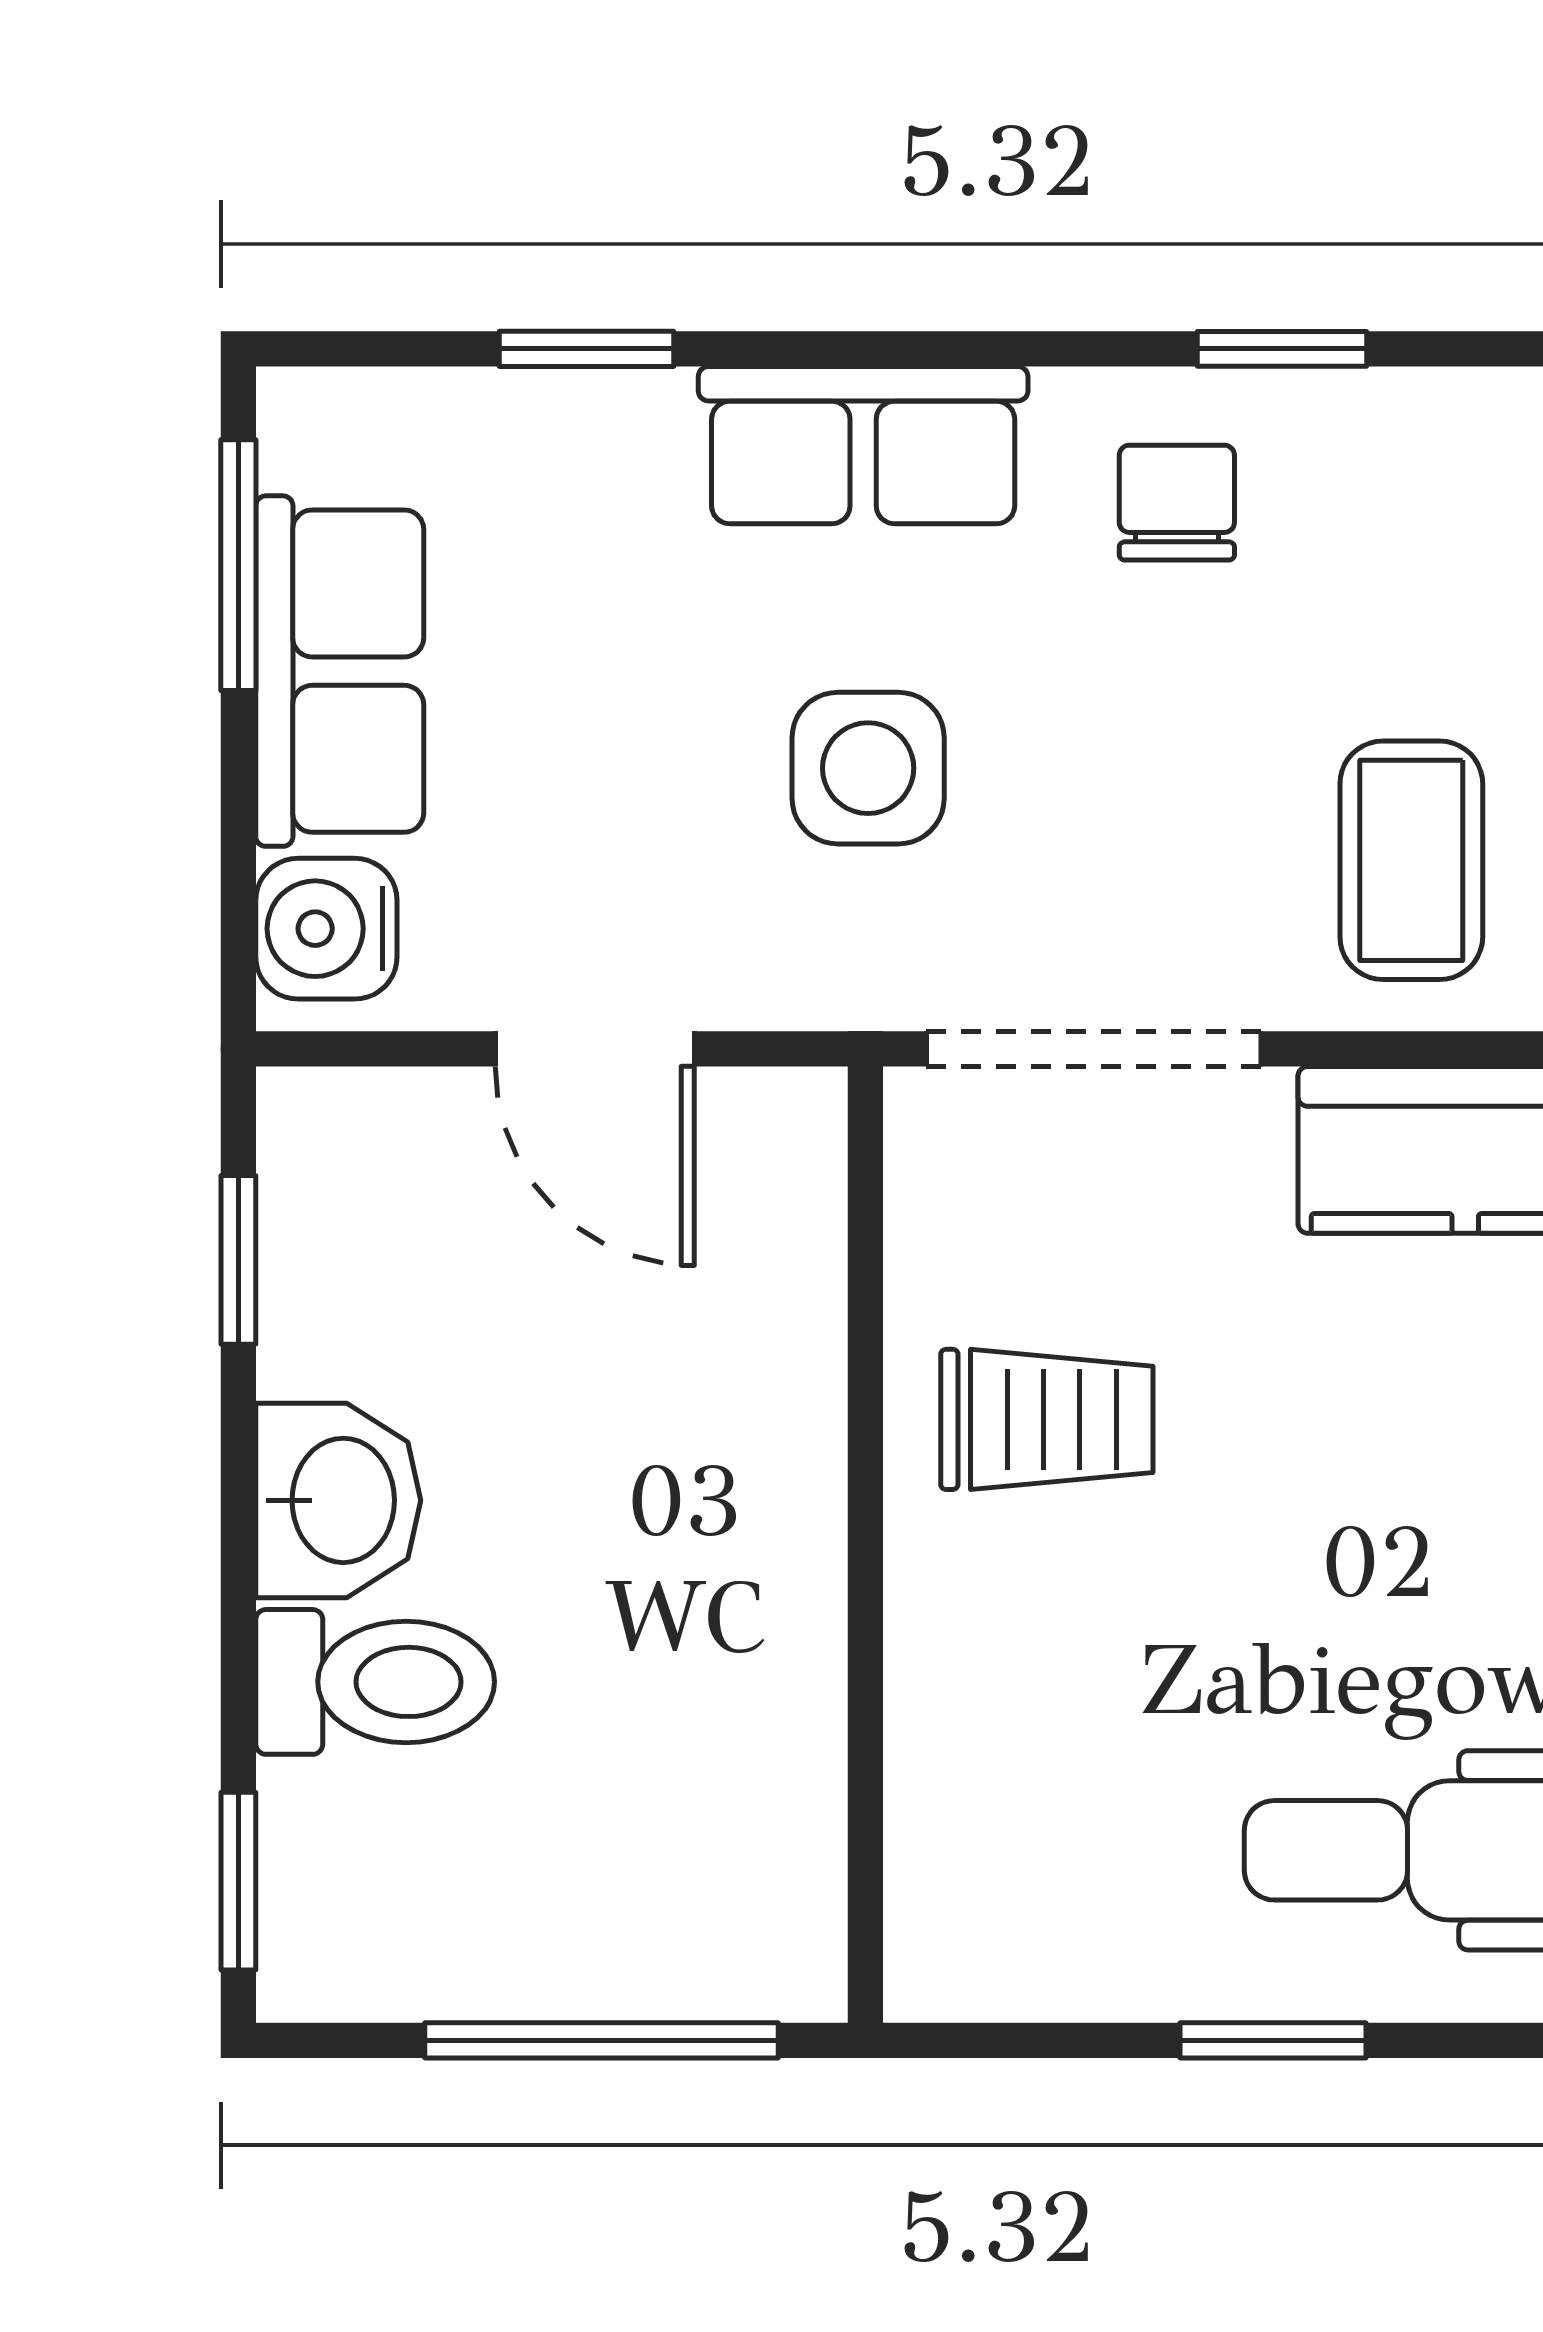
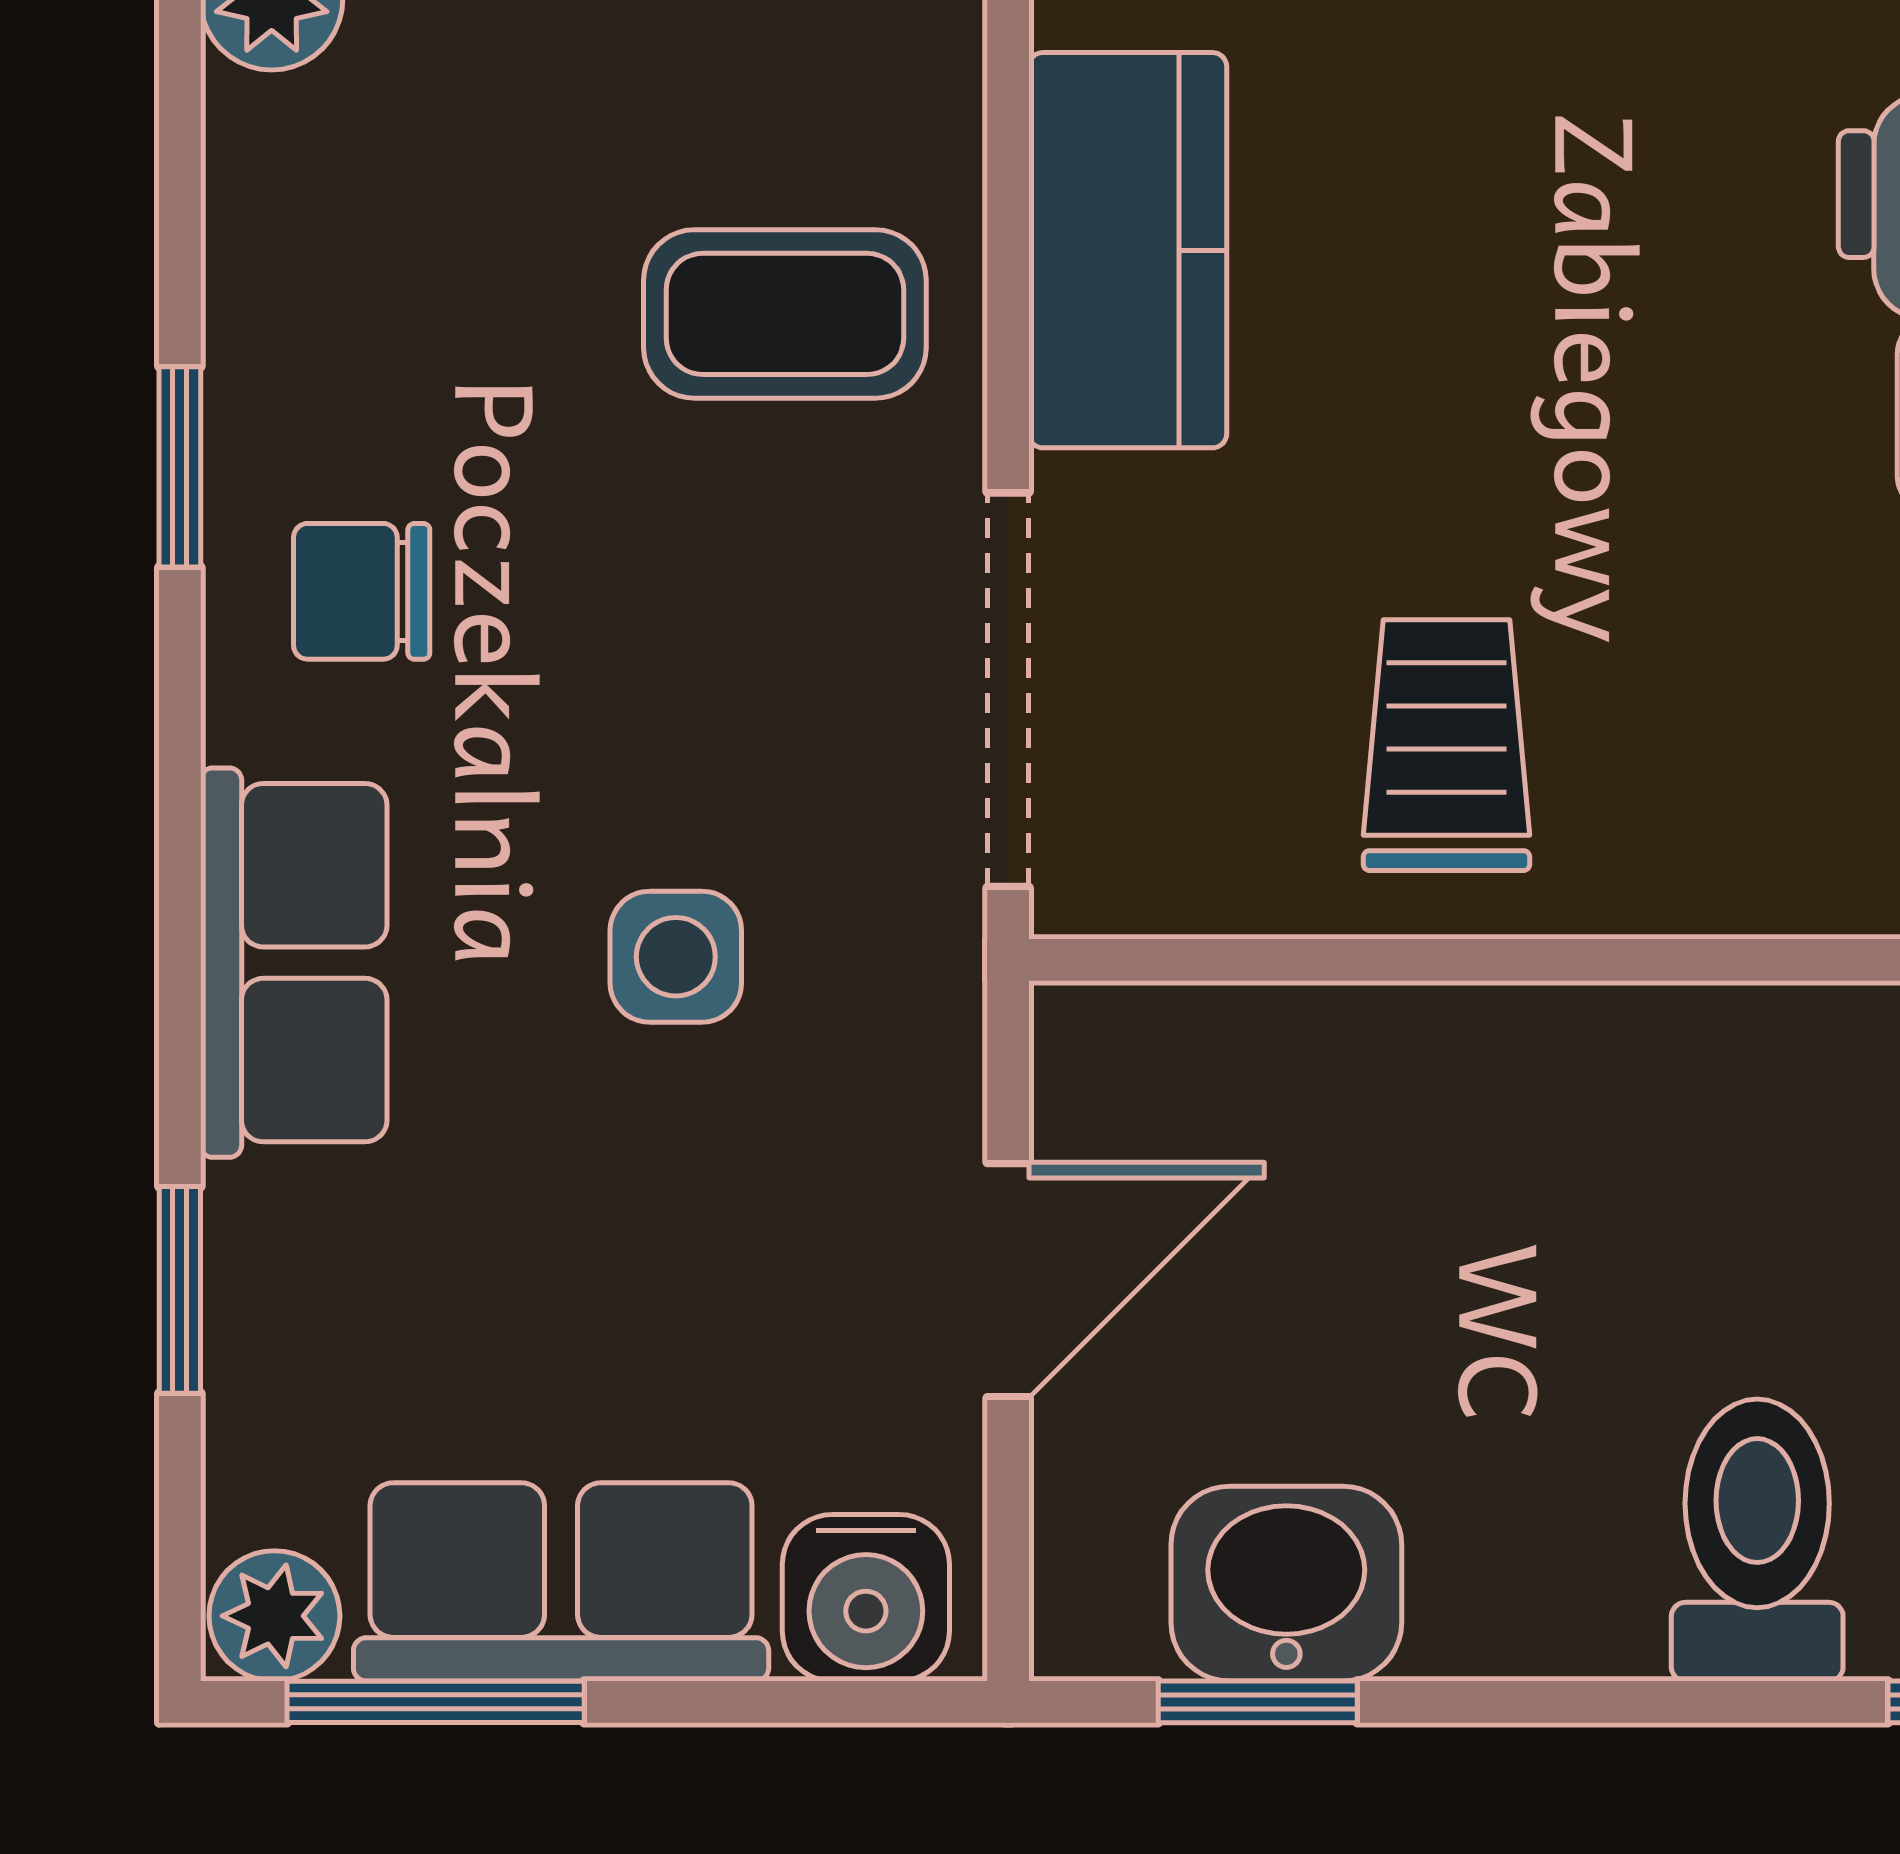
plant: (311, 429) -> (274, 1616), added
side table: (868, 768) -> (676, 957), width x0.73, depth x0.73
washbasin: (338, 1500) -> (1286, 1584), moved

